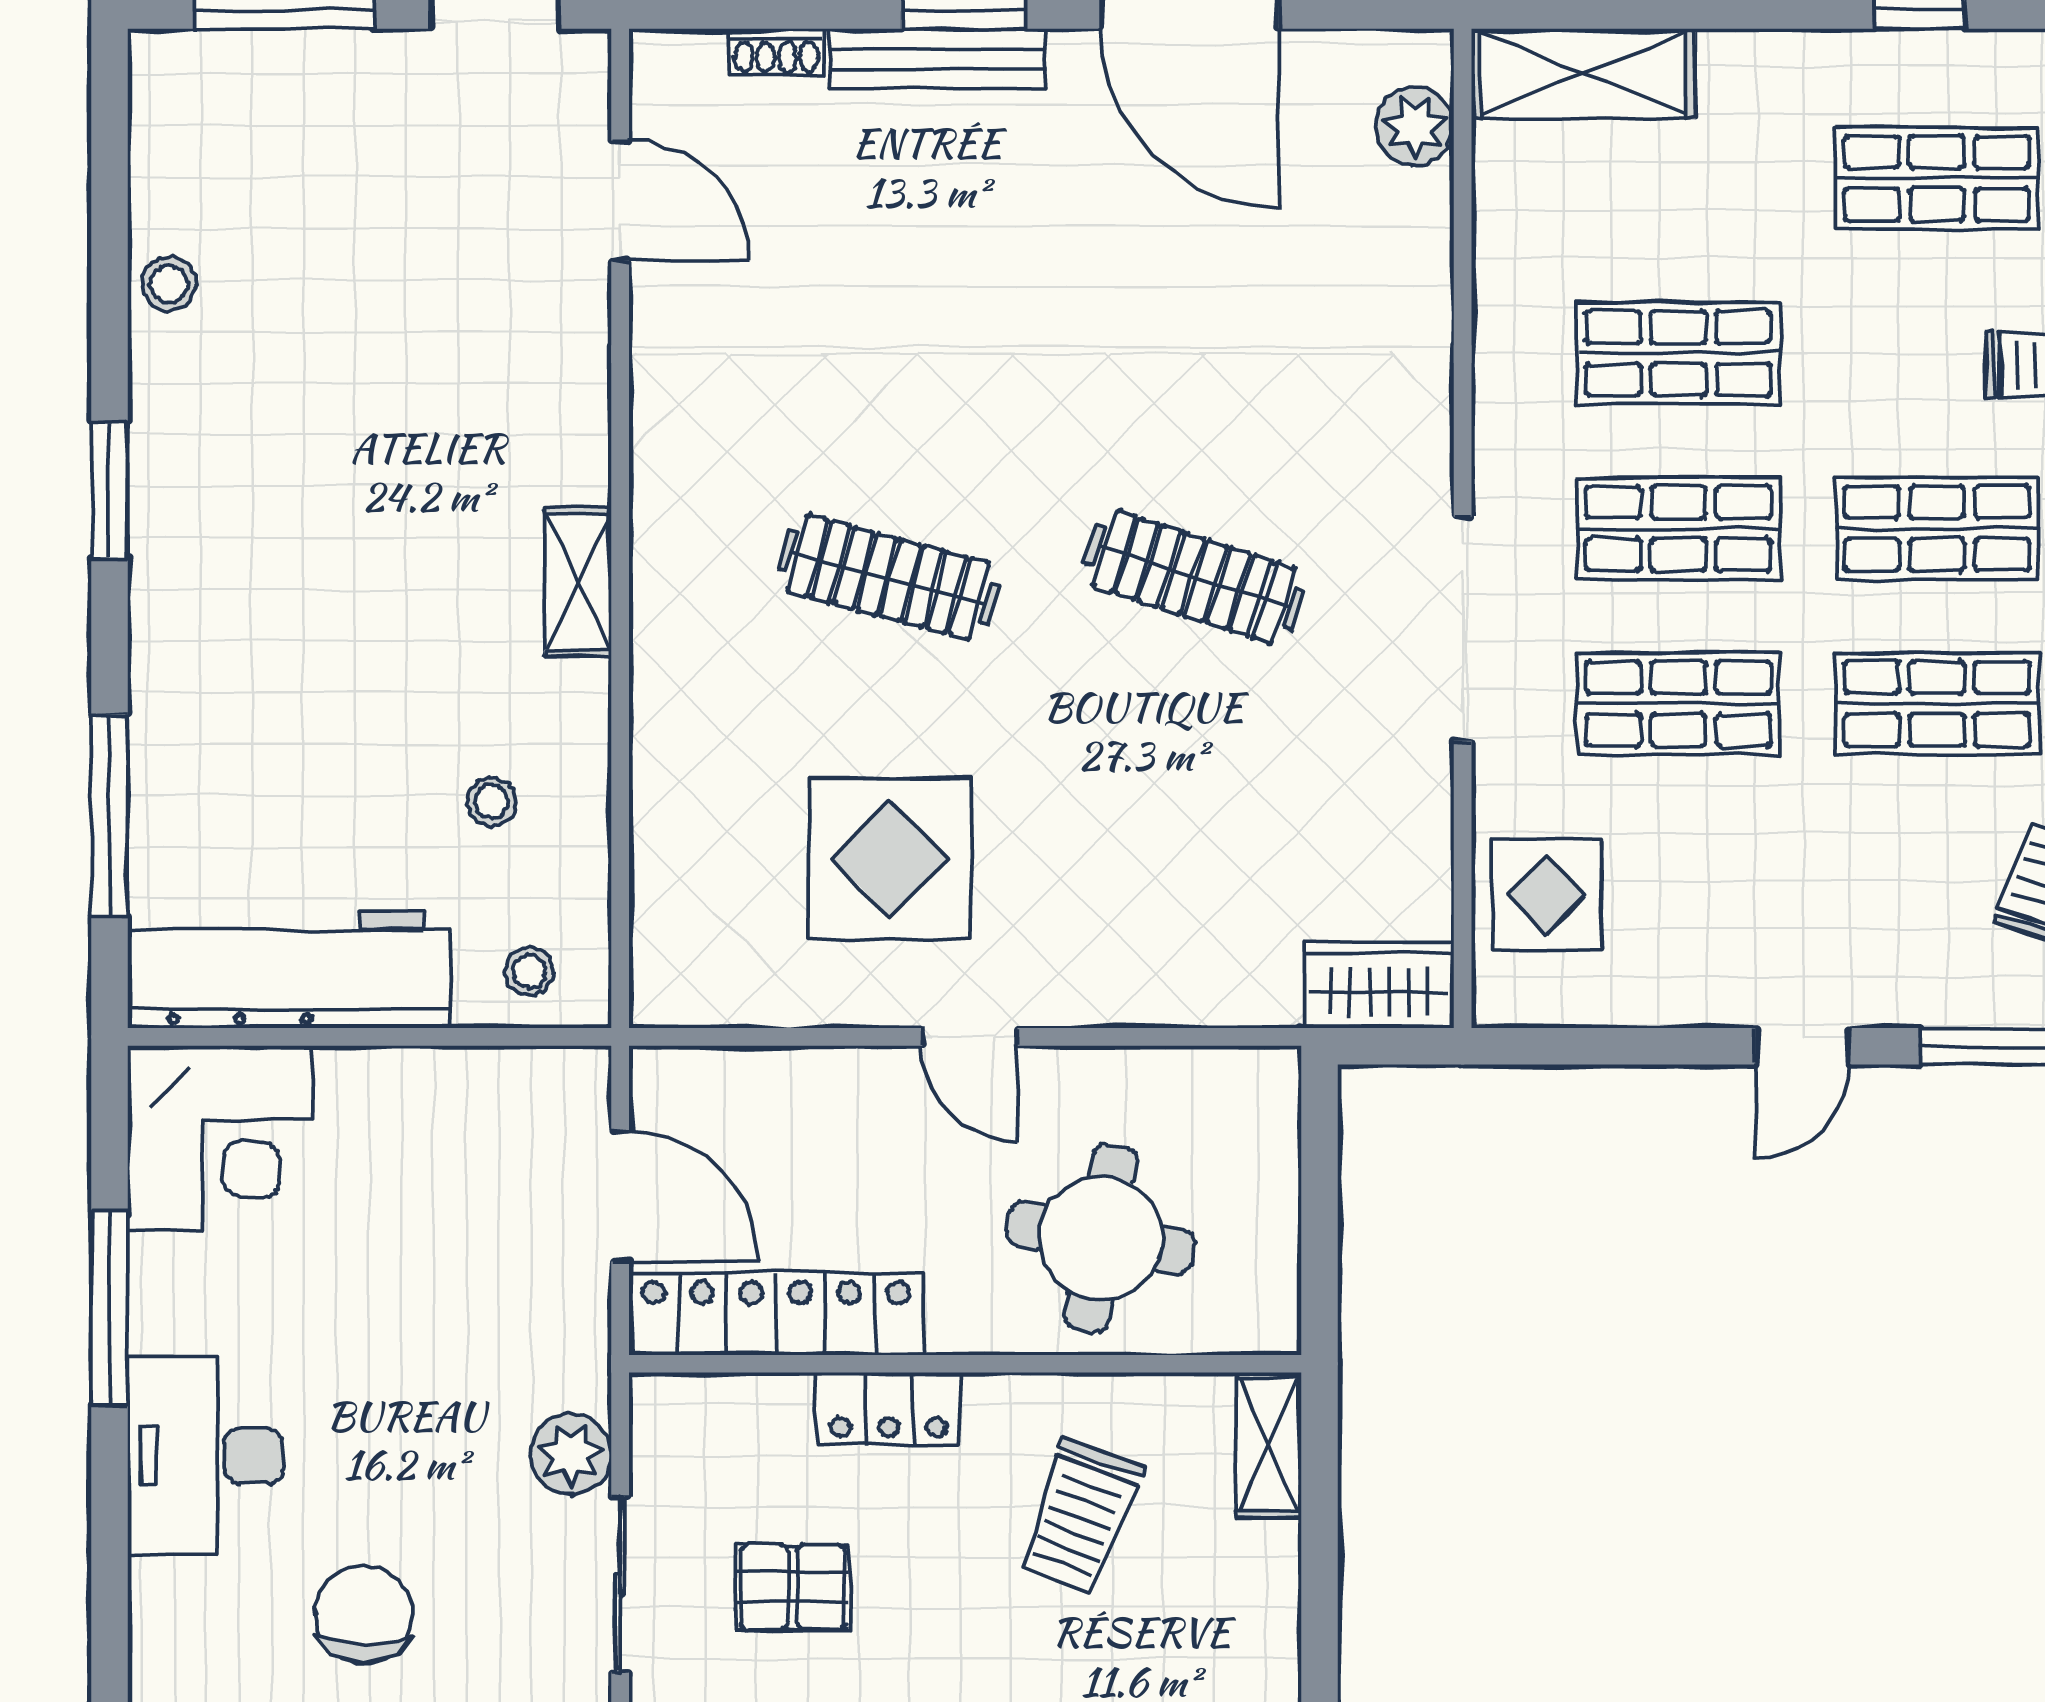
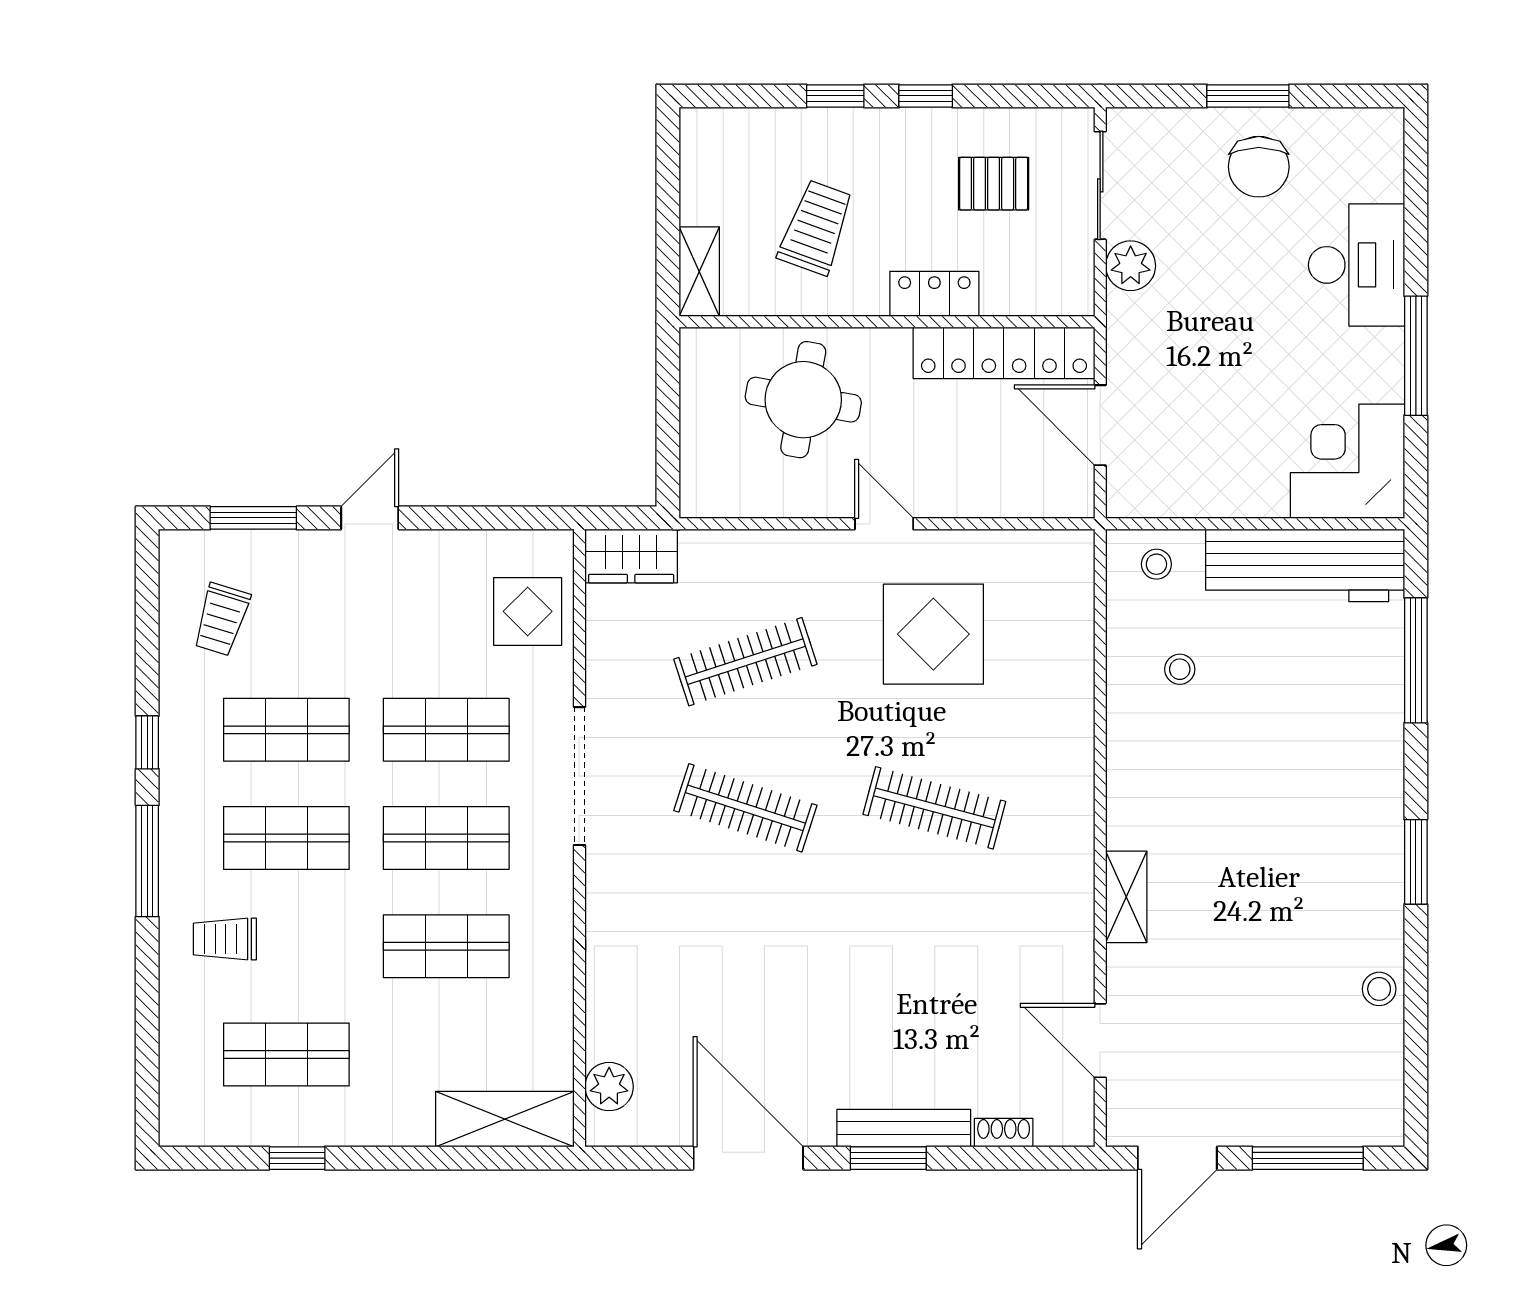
shelving: (578, 582) -> (1126, 897), moved
clothes rail: (1194, 814) -> (745, 662), added

